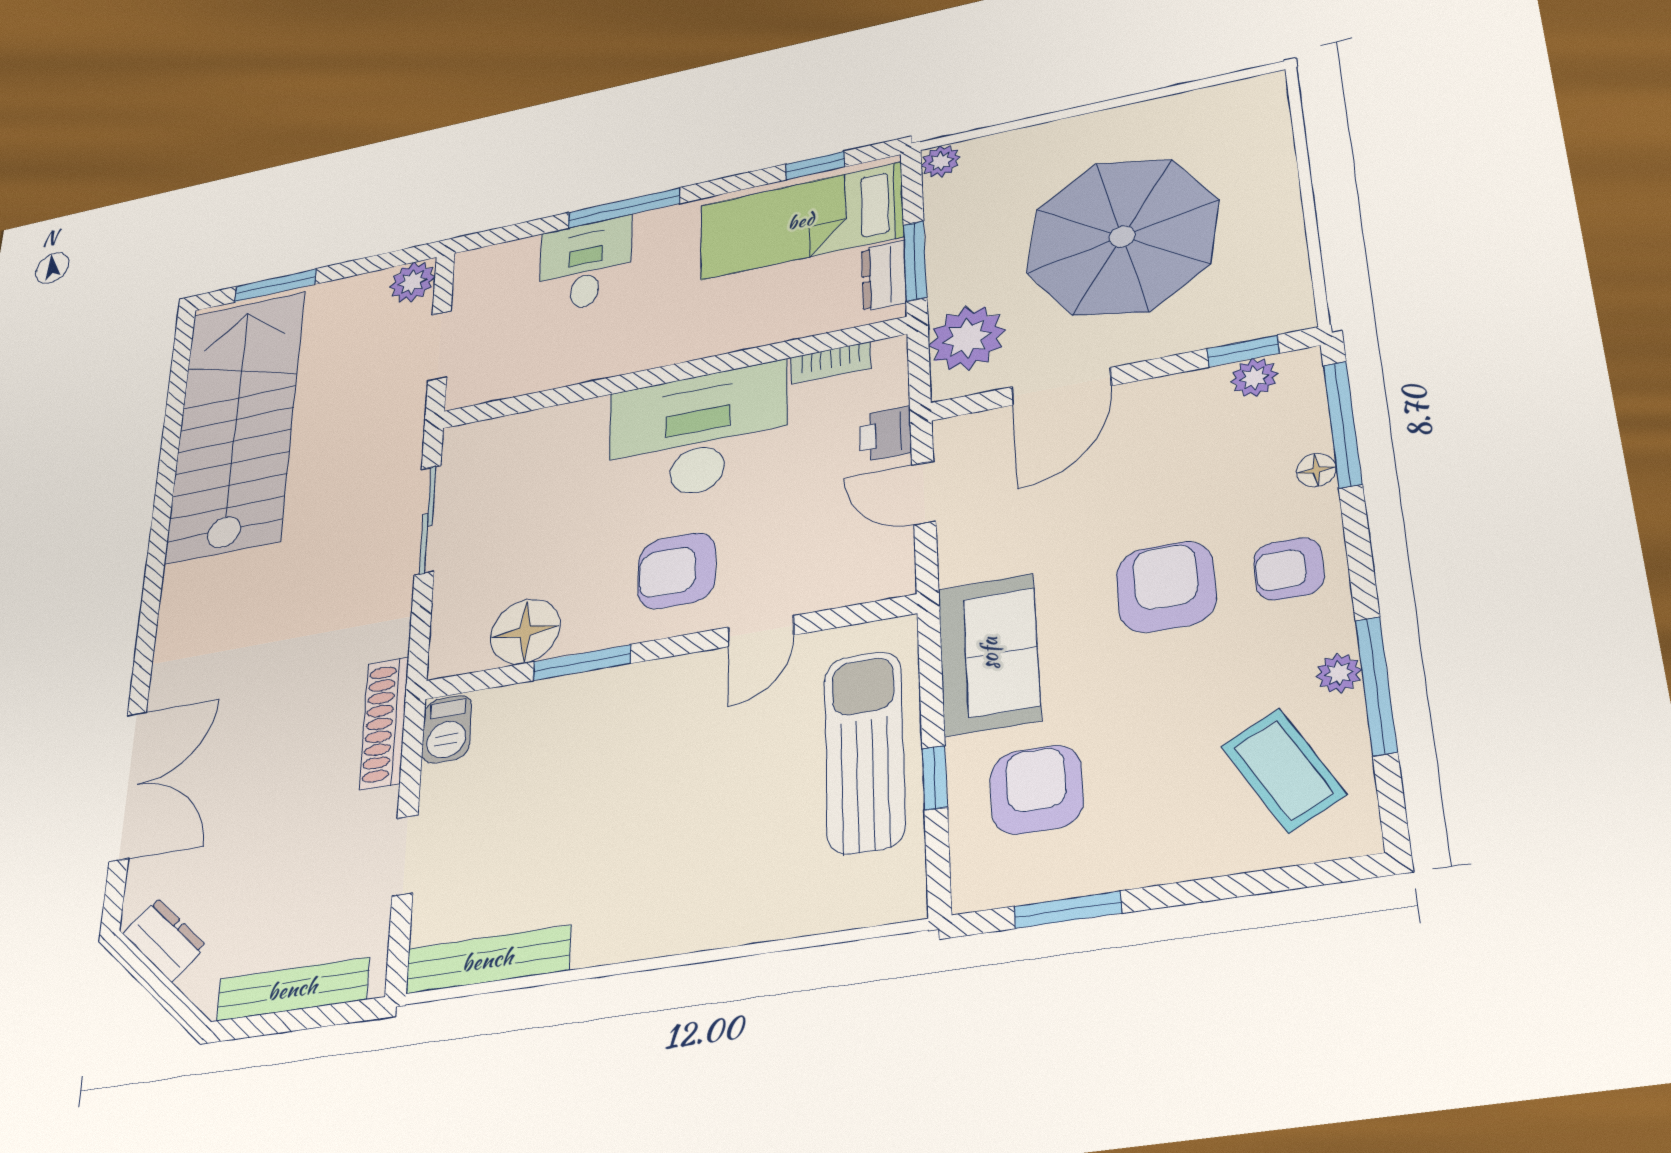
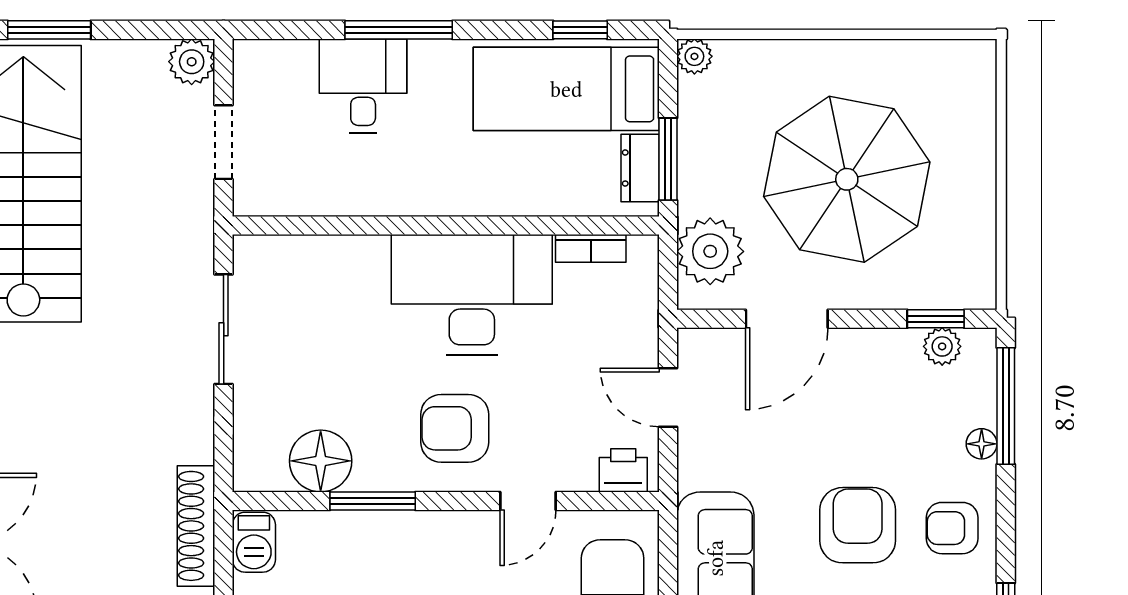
printer: (886, 434) -> (623, 470), moved, turned 90

